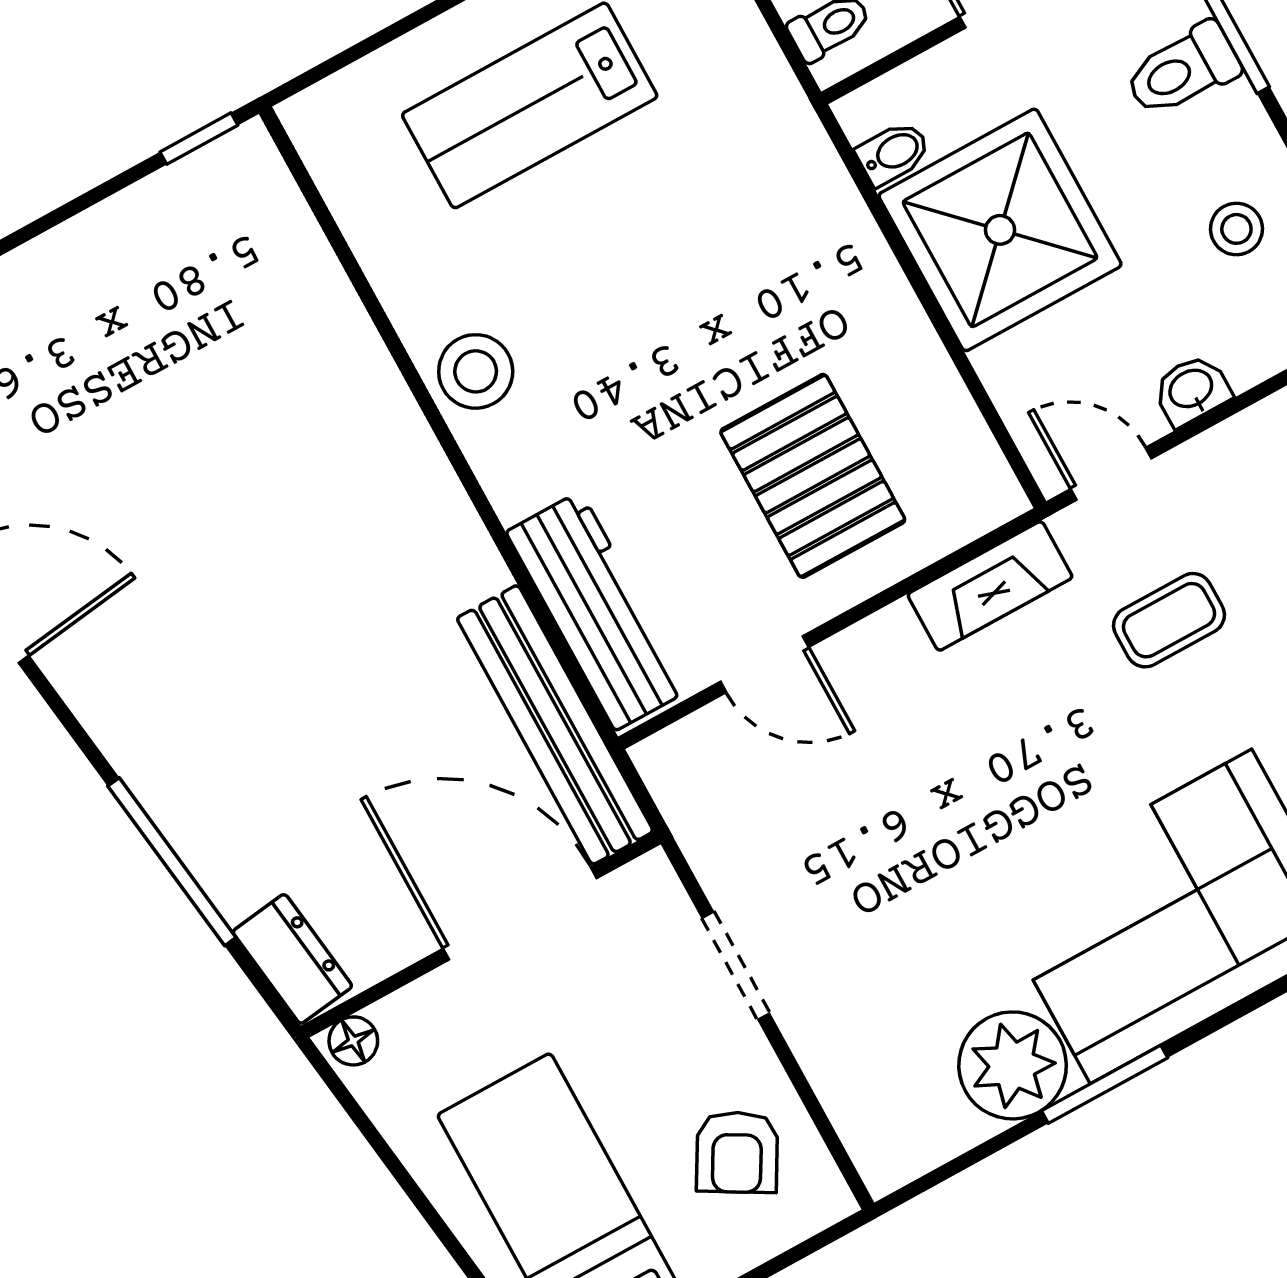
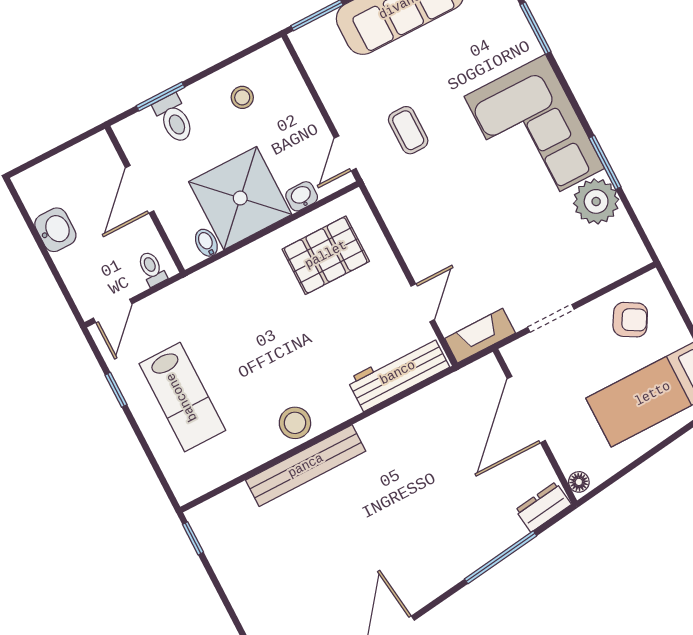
washbasin: (1192, 390) -> (302, 196), moved, turned 90
pallet: (813, 476) -> (326, 255), moved
fireplace: (990, 586) -> (480, 336), moved, turned -90
bench: (555, 725) -> (306, 466), moved

